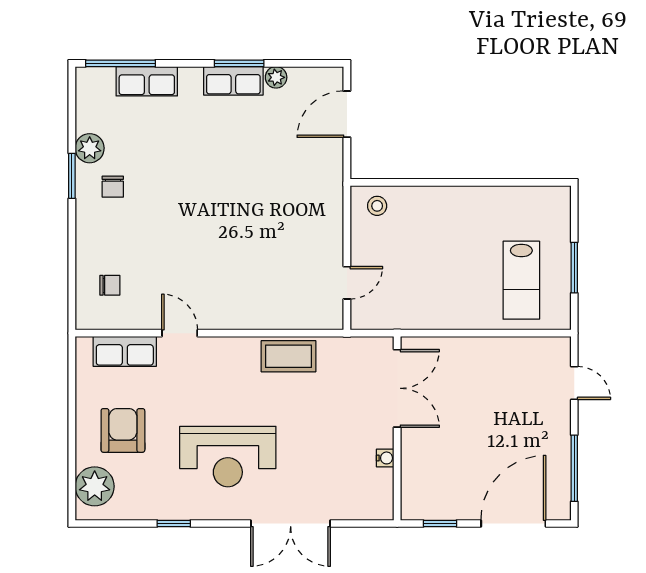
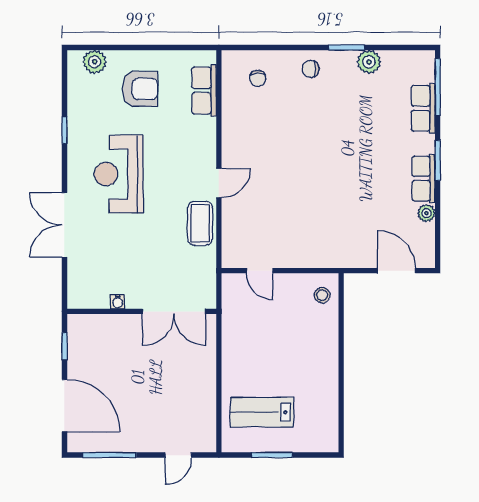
window: (239, 63) -> (438, 160), moved
chair: (113, 187) -> (311, 69), moved
door: (180, 333) -> (219, 183), moved
plant: (95, 486) -> (95, 62), width x0.73, depth x0.73

